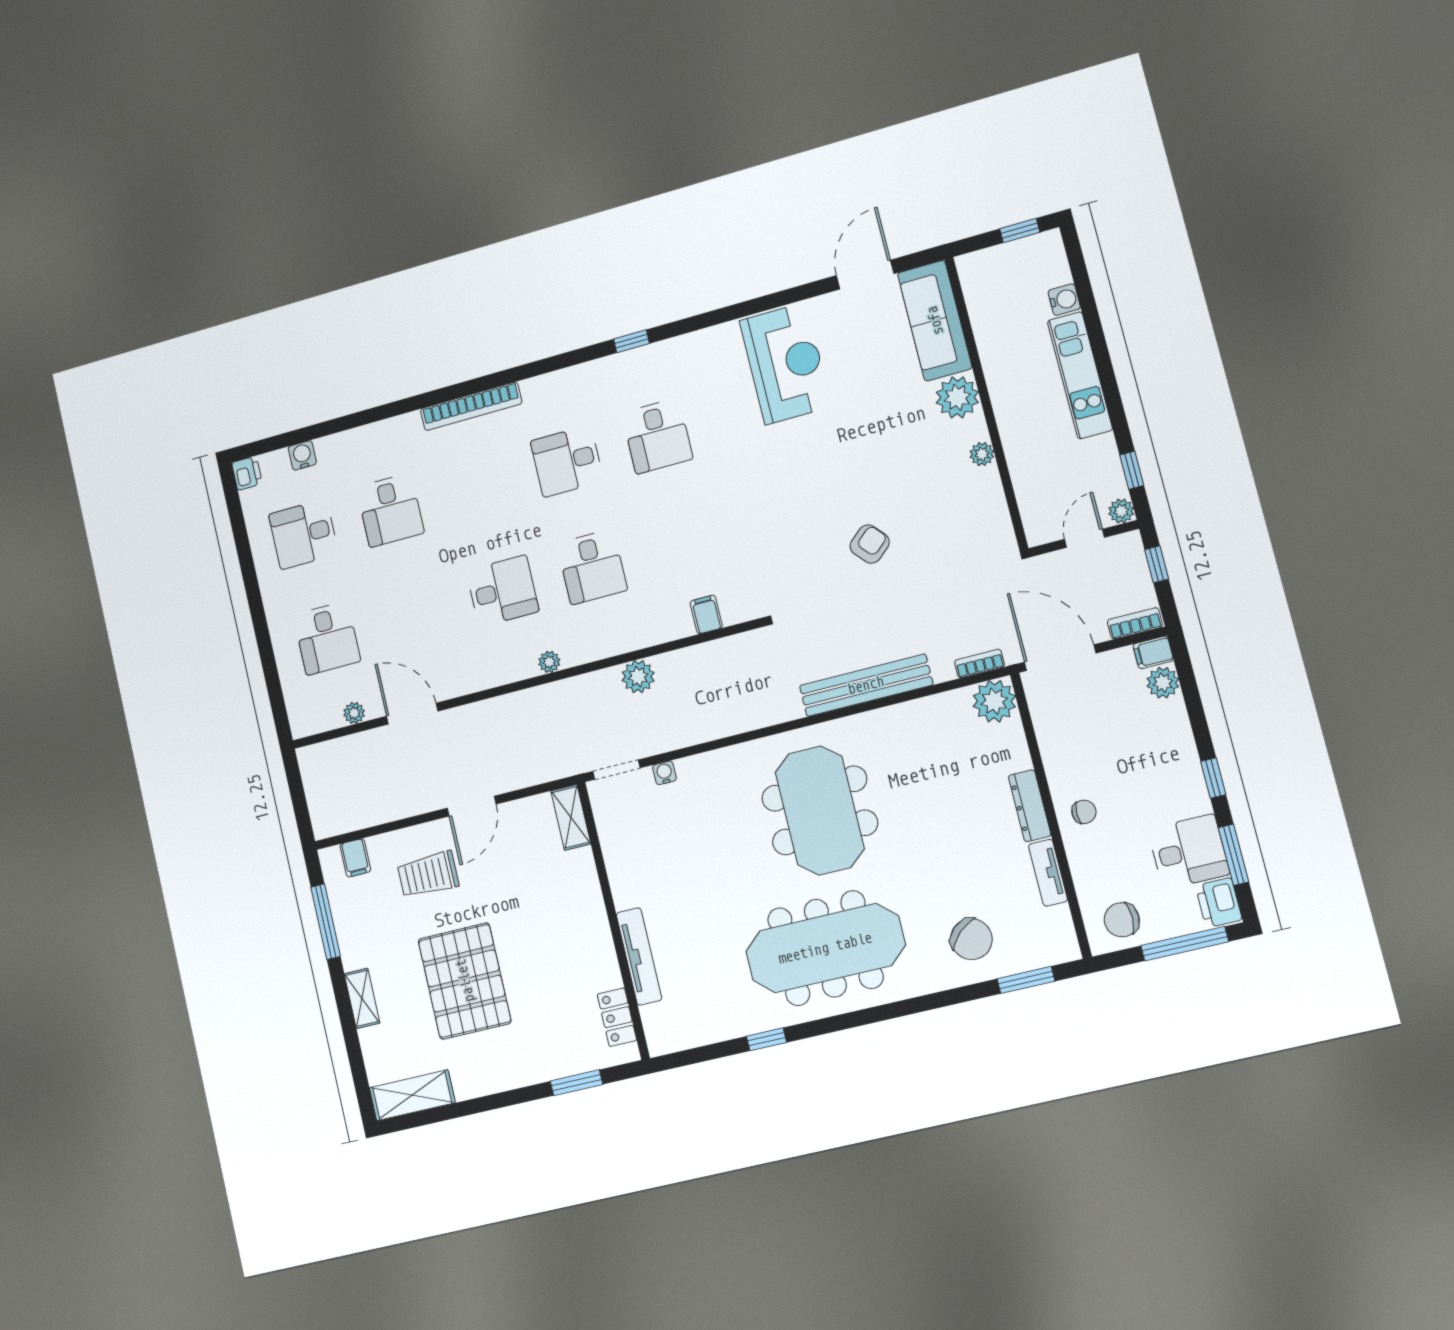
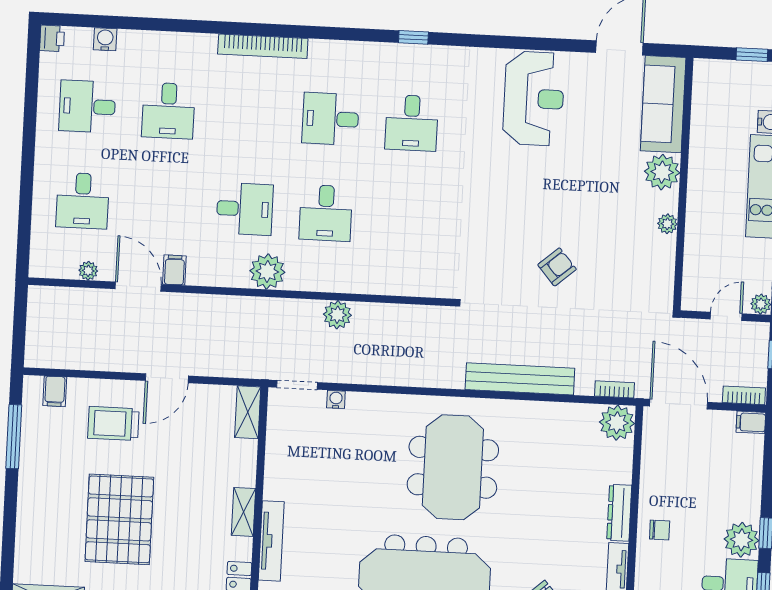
filing cabinet: (706, 614) -> (174, 270), moved
plant: (549, 662) -> (267, 272), width x1.88, depth x1.88
plant: (1163, 683) -> (741, 540), moved, width x1.36, depth x1.36
shelving: (362, 998) -> (244, 512), moved

